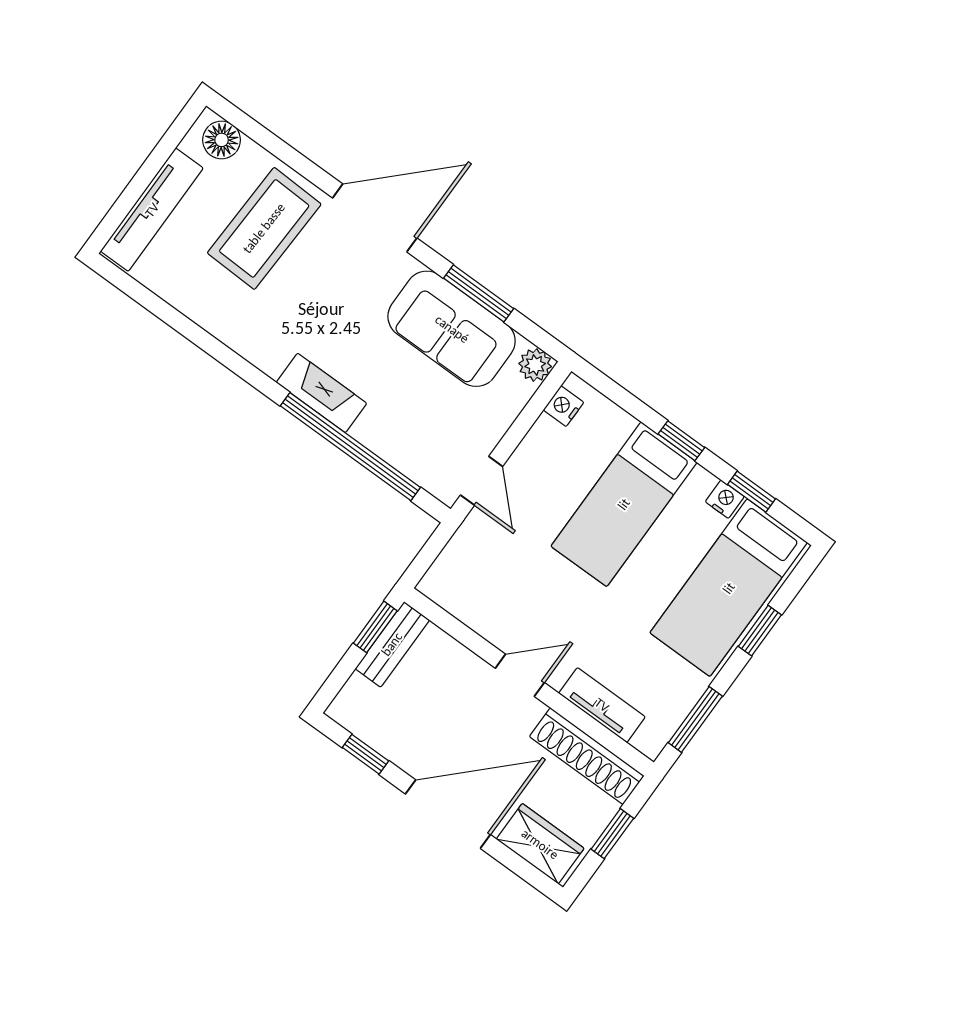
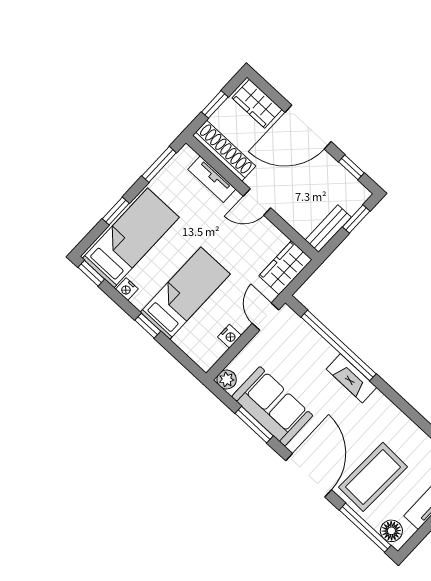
window: (267, 140) -> (365, 528), added
door: (375, 218) -> (309, 475), swing flipped
nightstand: (564, 406) -> (230, 336), moved
window: (752, 492) -> (91, 273), moved
wardrobe: (458, 569) -> (285, 268), added
window: (375, 627) -> (356, 219), moved

